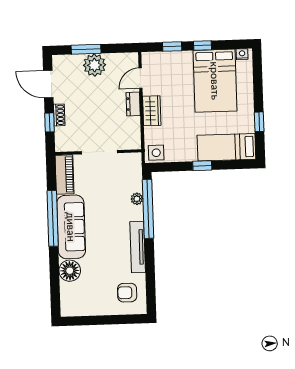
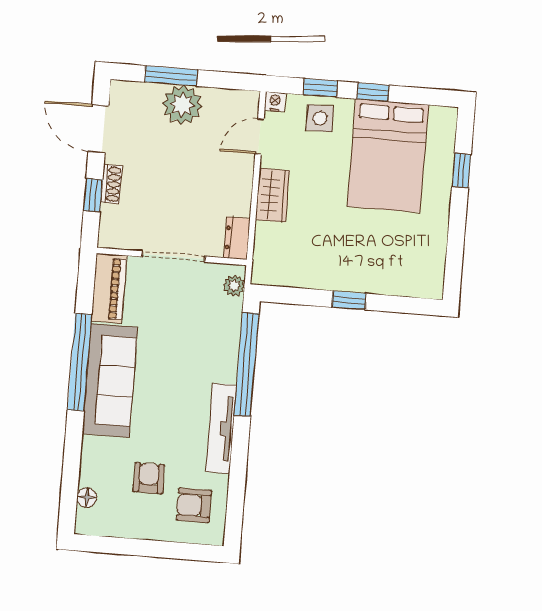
nightstand: (242, 54) -> (275, 102), moved
dresser: (133, 104) -> (237, 238), moved
window: (259, 122) -> (461, 170), moved
bed: (226, 147) -> (395, 273), removed
side table: (156, 153) -> (320, 118), moved
plant: (137, 199) -> (234, 286), moved
floor lamp: (70, 271) -> (87, 498), moved, width x0.53, depth x0.53
armchair: (100, 280) -> (149, 478), added

